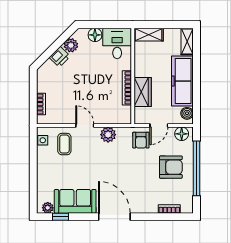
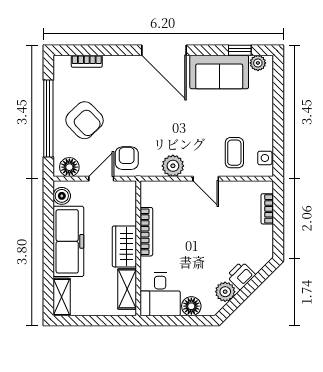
shelving: (149, 35) -> (127, 289), moved, turned 90
wardrobe: (143, 92) -> (124, 246), moved
armchair: (171, 167) -> (85, 120), turned -134

